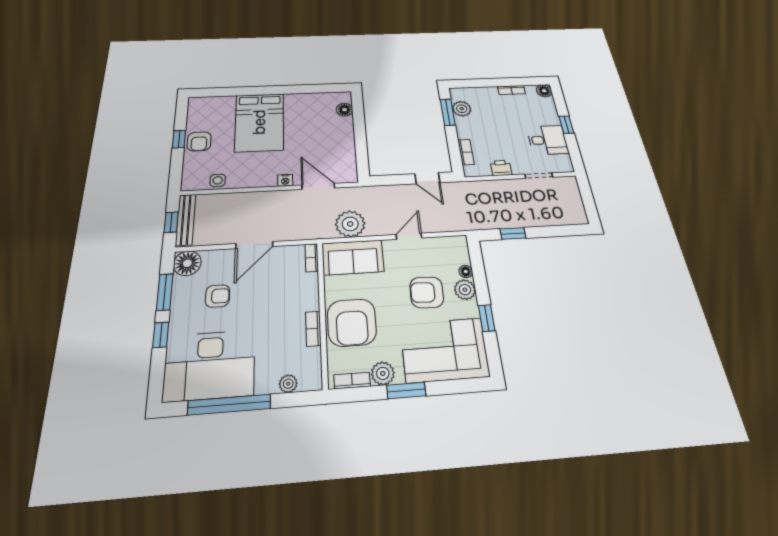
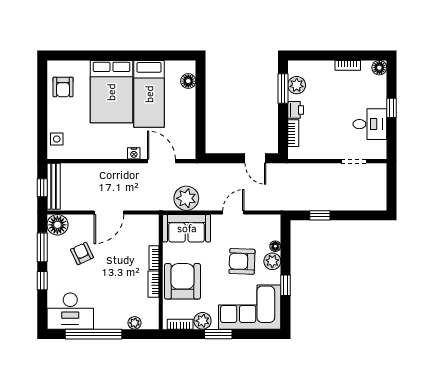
bed: (302, 123) -> (149, 94), added
window: (179, 139) -> (42, 106), removed
armchair: (199, 141) -> (63, 87), moved
printer: (501, 168) -> (296, 110), moved, turned 90
side table: (218, 180) -> (57, 139), moved
bookcase: (312, 258) -> (154, 258), moved
armchair: (218, 296) -> (82, 253), turned -115
armchair: (352, 322) -> (182, 281), turned 180
desk: (210, 365) -> (70, 311), width x0.73, depth x0.77

